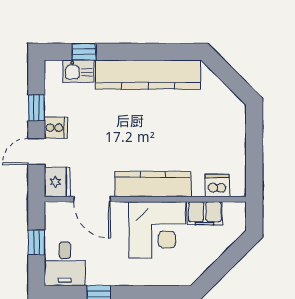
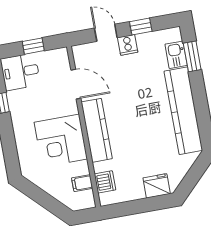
window: (84, 52) -> (192, 56), width x1.50
fridge: (57, 182) -> (157, 186), moved, turned 180
door: (92, 199) -> (76, 84), swing flipped
filing cabinet: (205, 213) -> (82, 183), width x0.50

